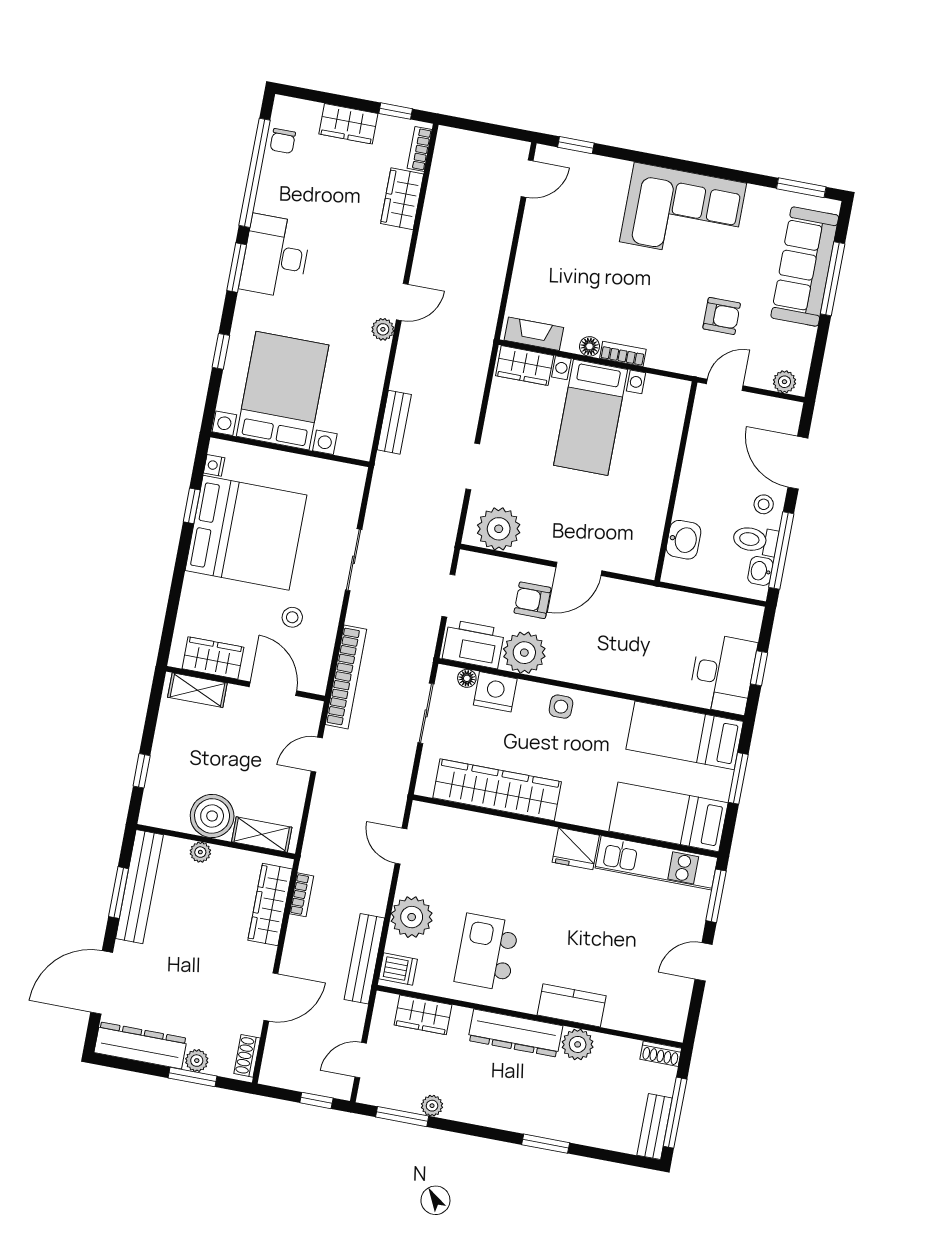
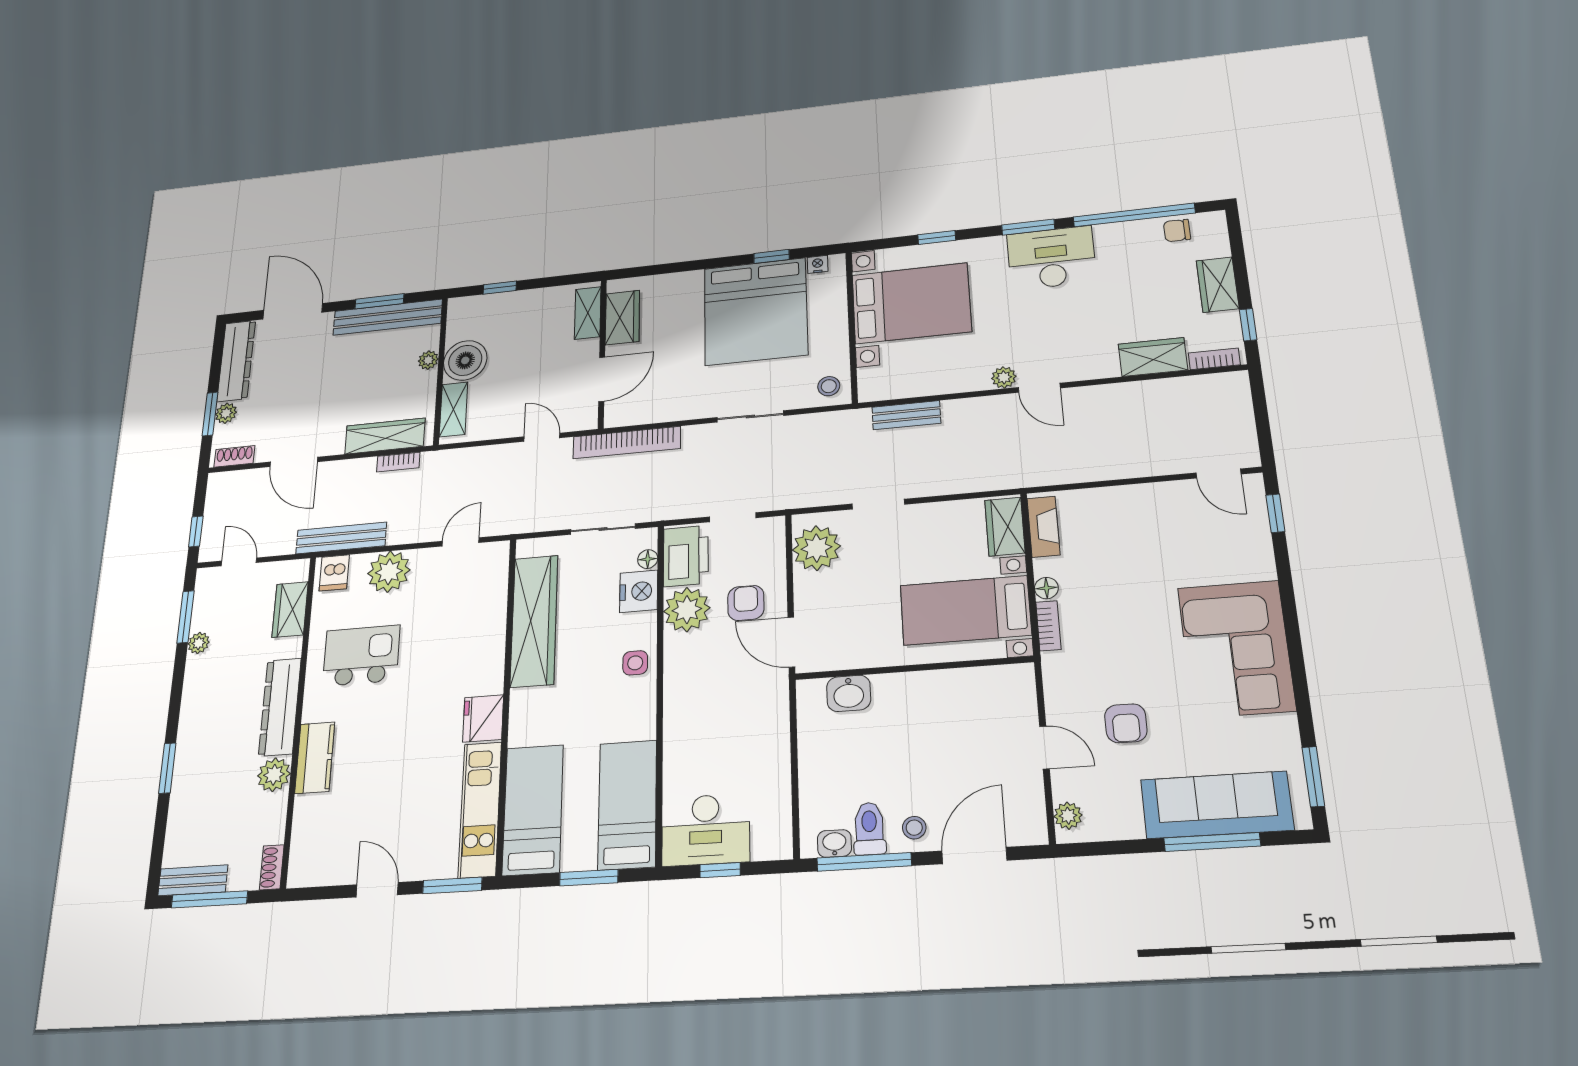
wall: (676, 481) -> (913, 668), moved
washbasin: (684, 540) -> (849, 693), moved
stool: (292, 617) -> (829, 386), moved

